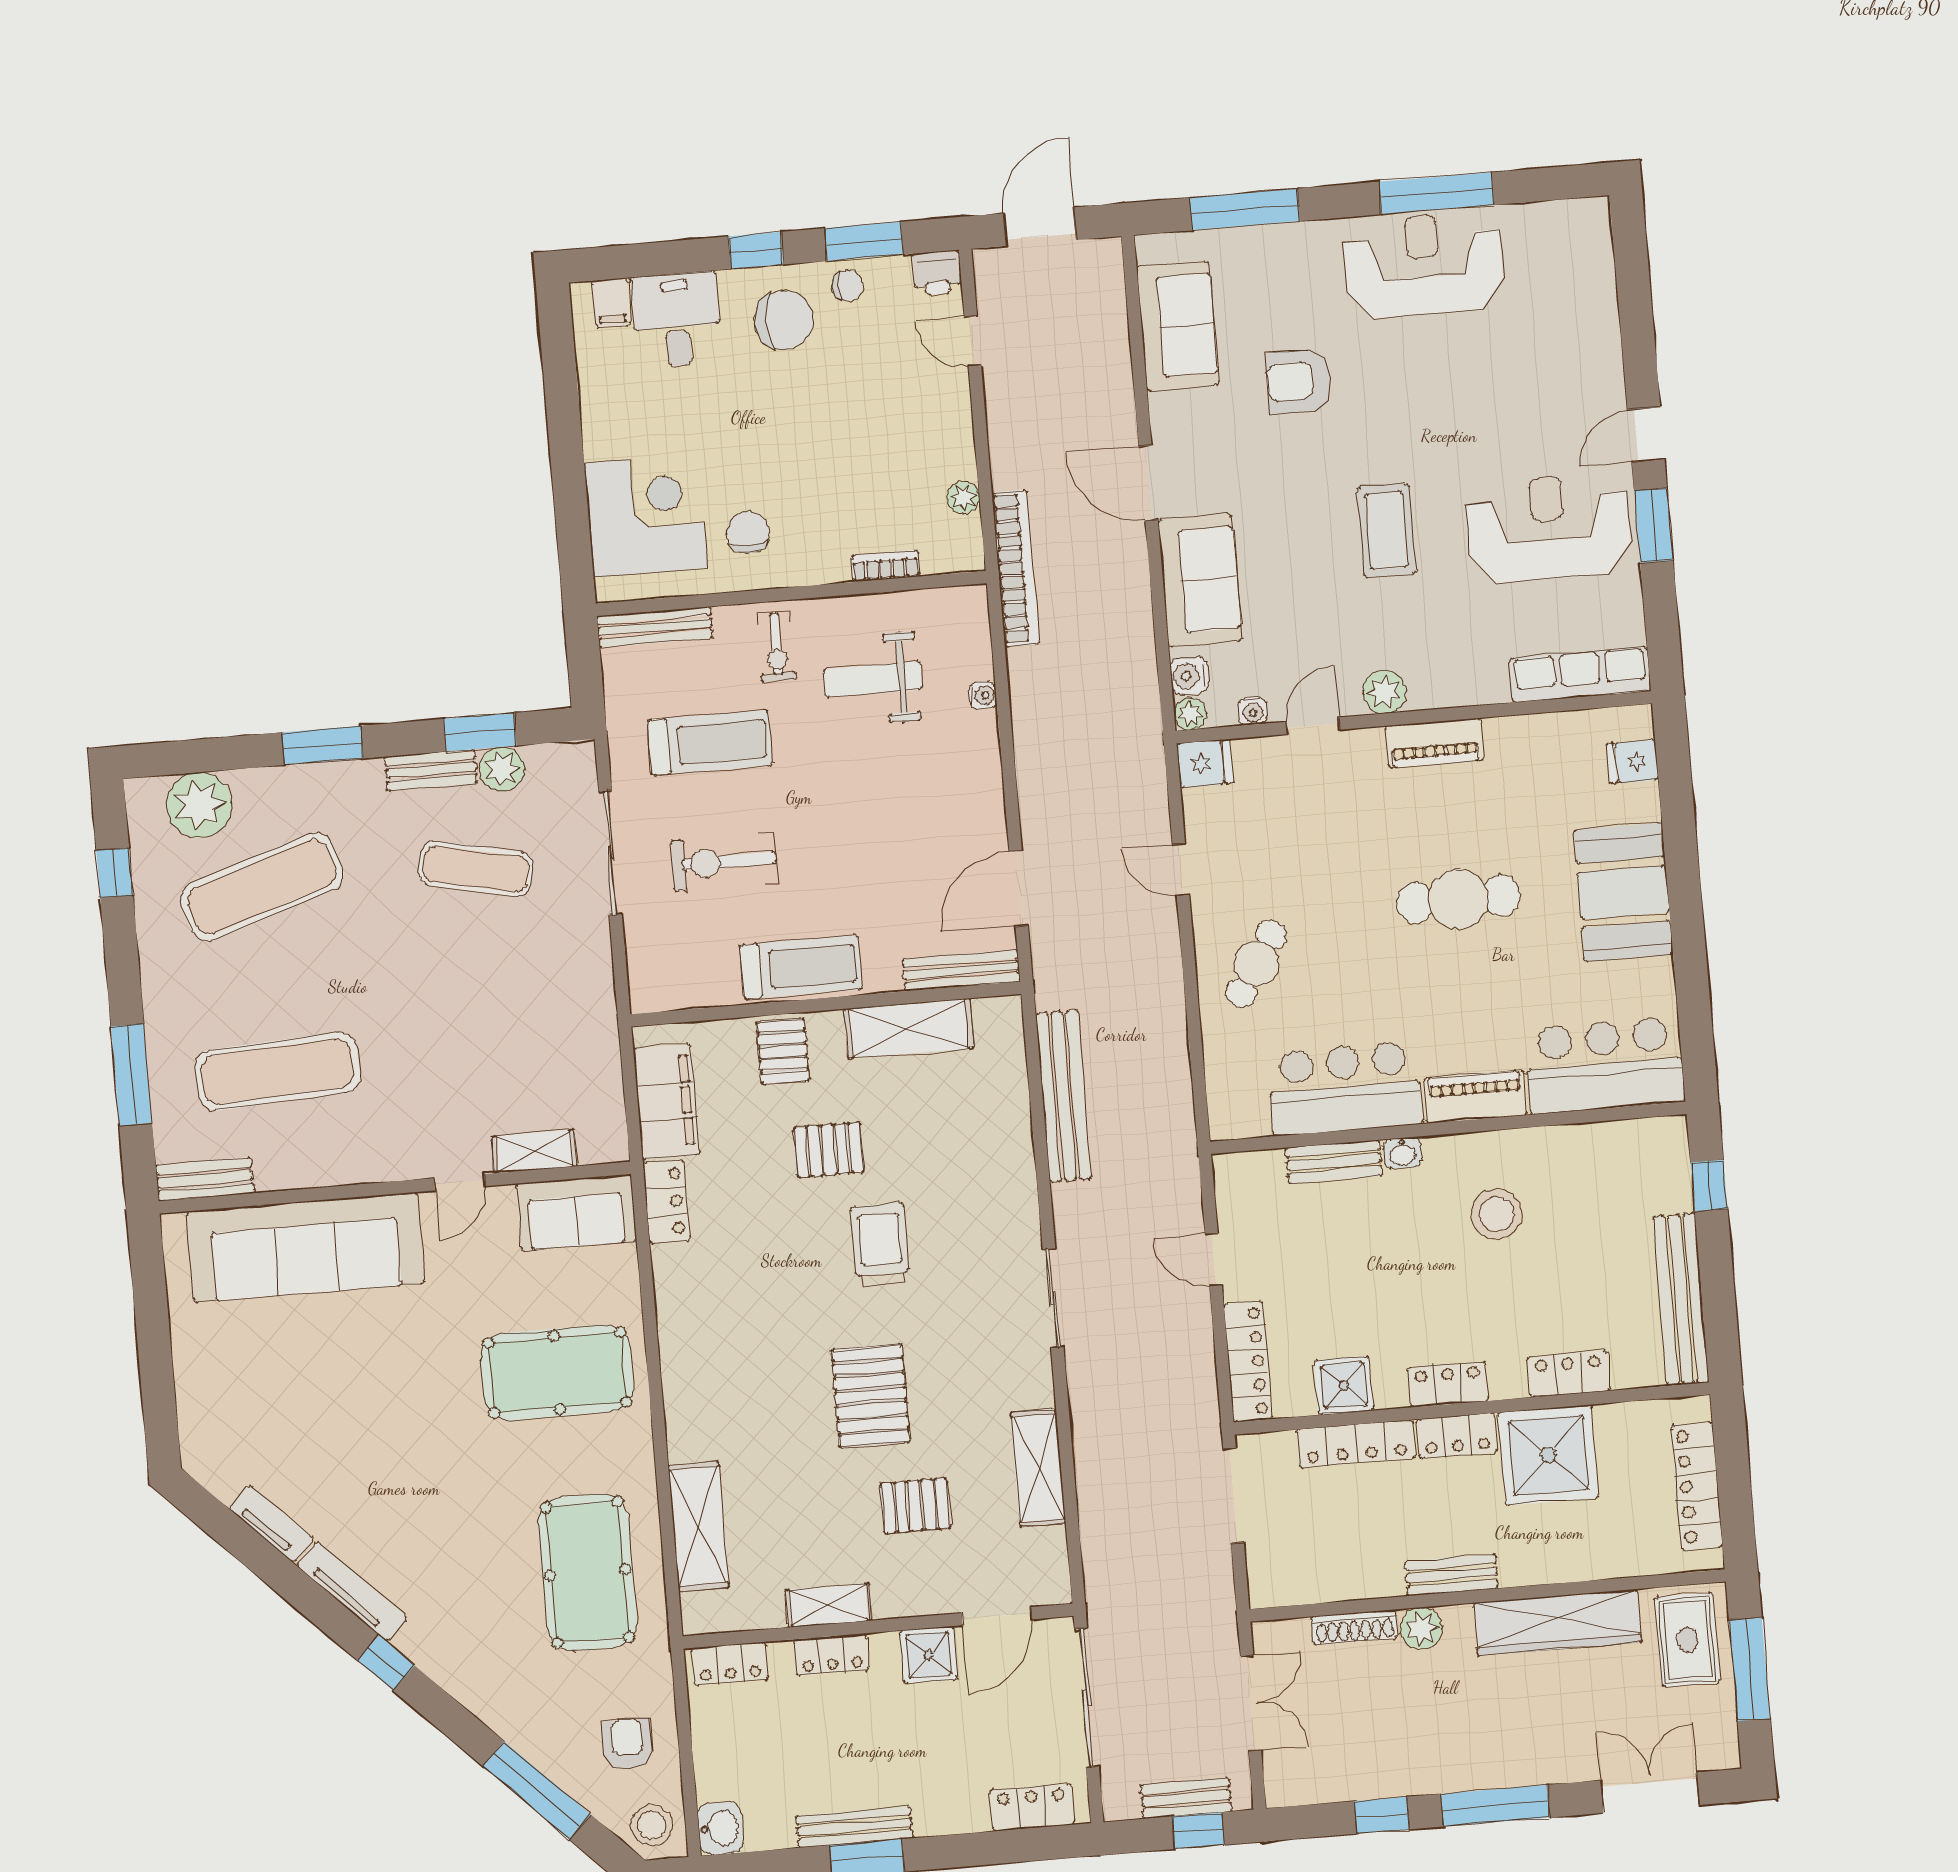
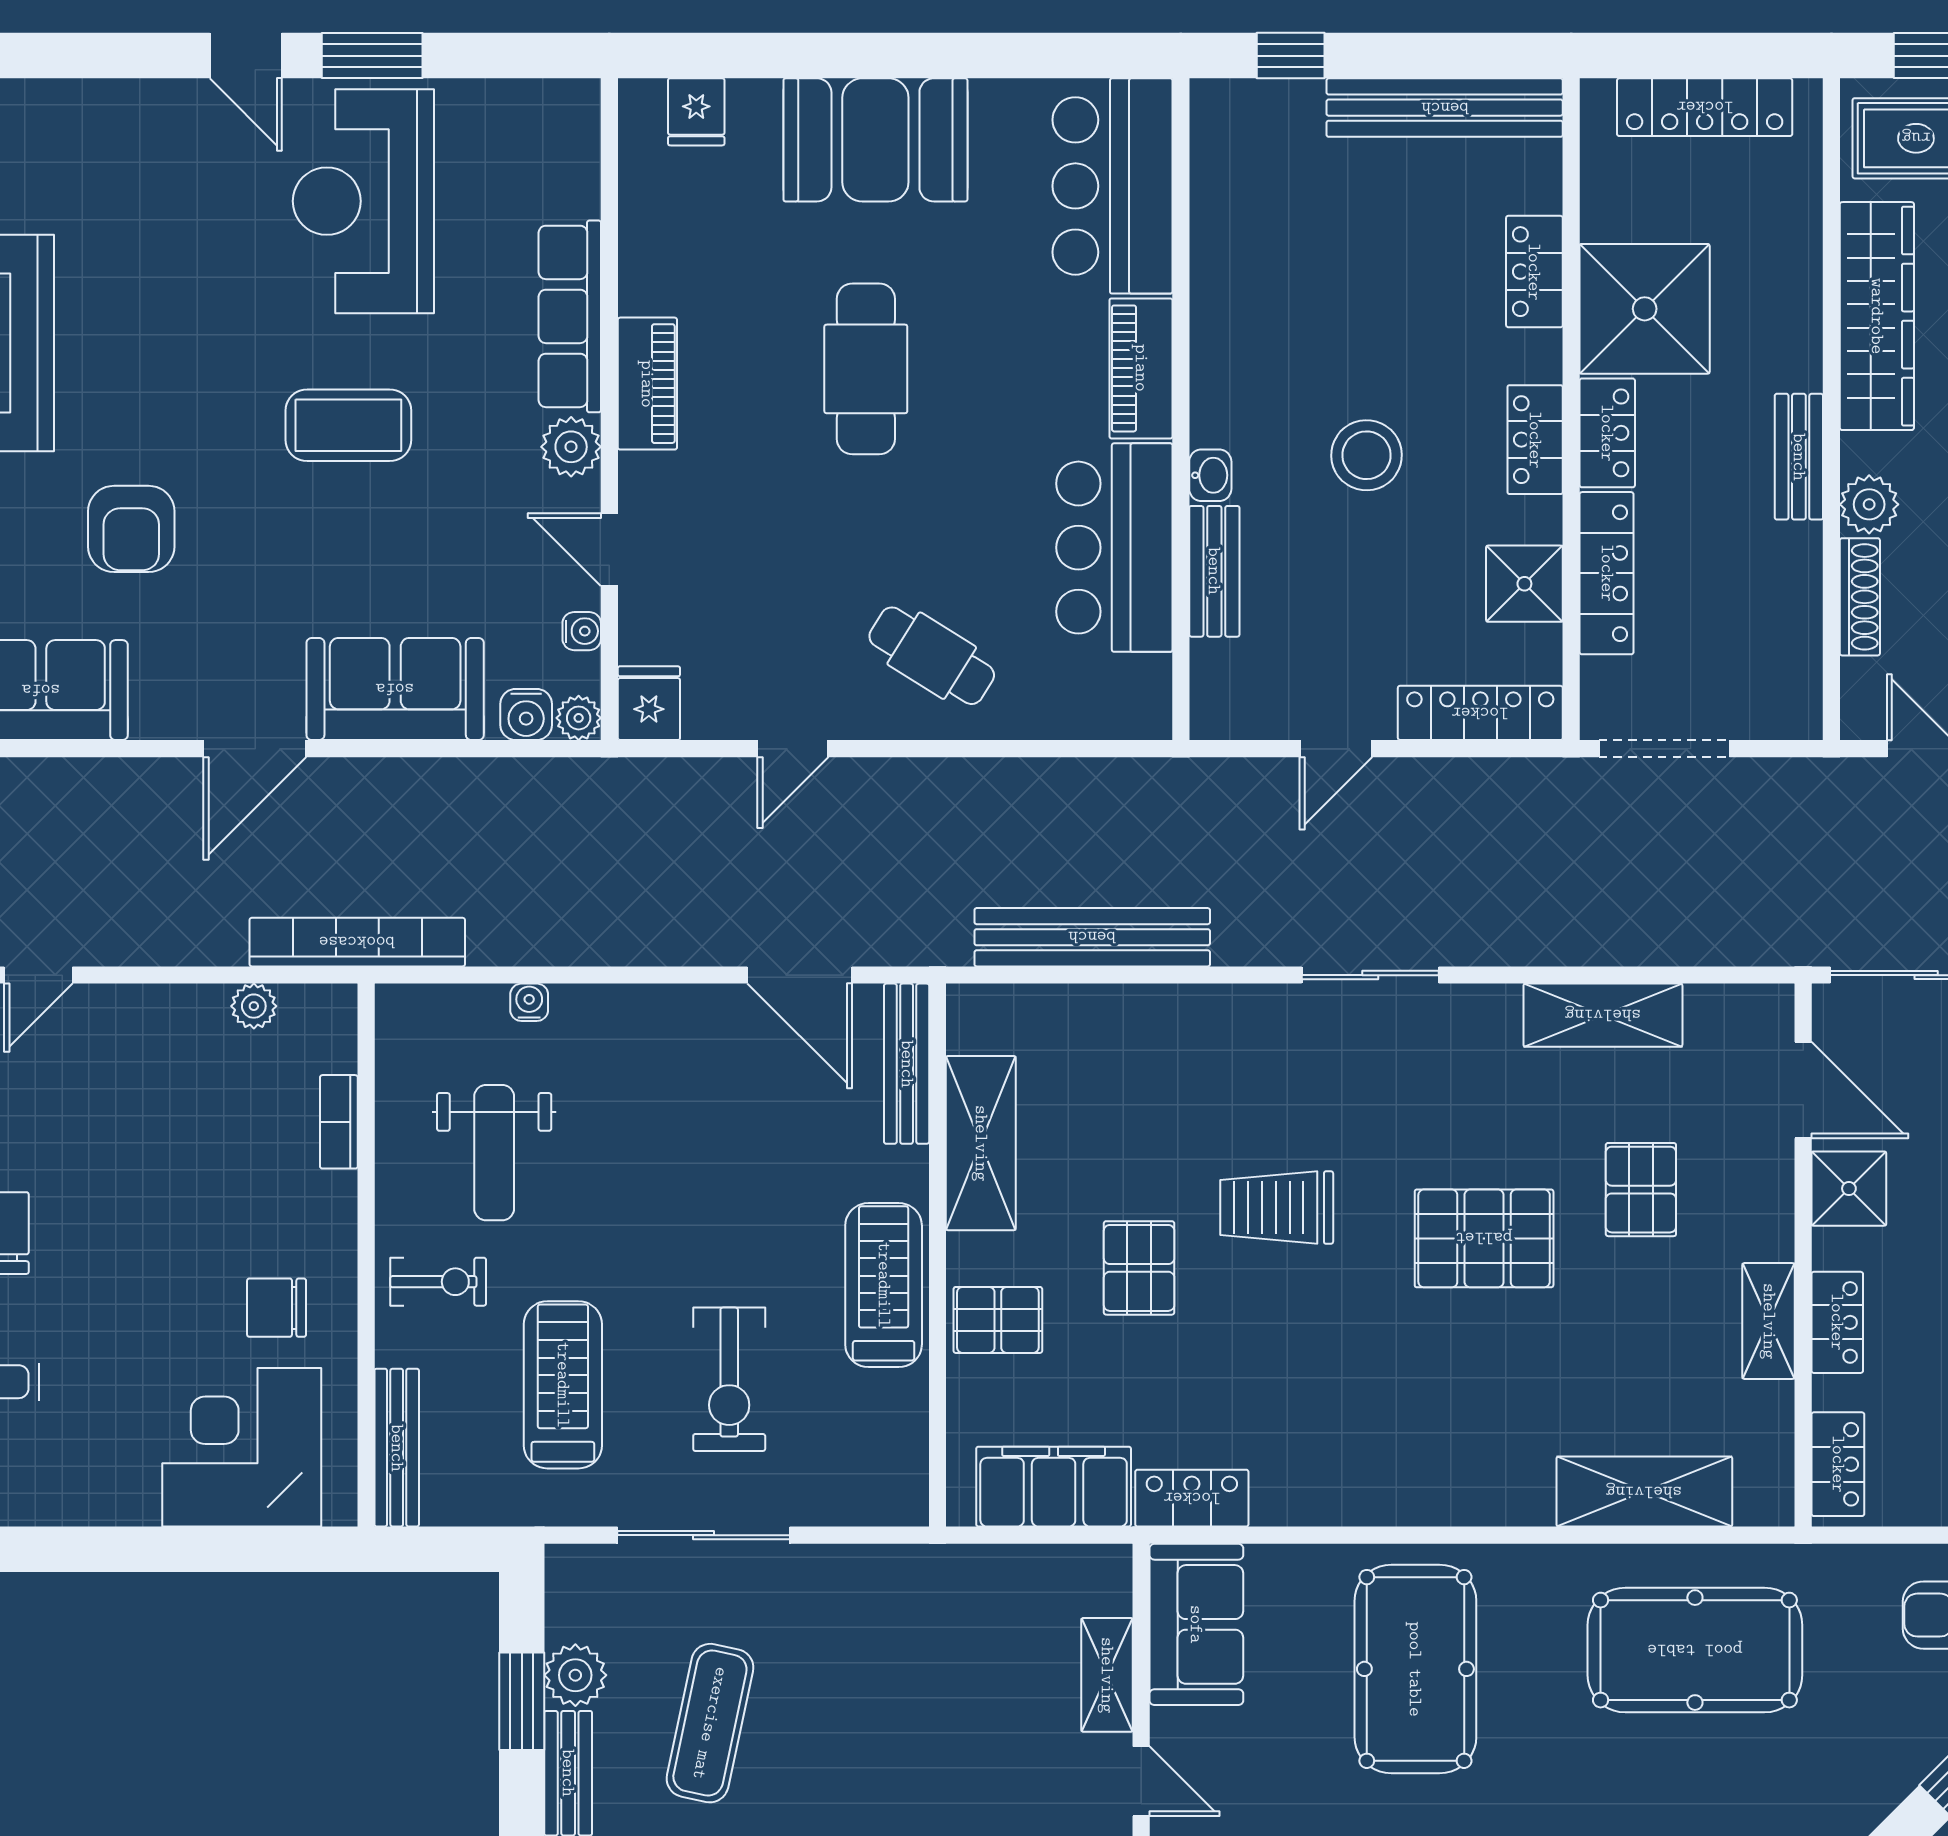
row of seats: (1580, 675) -> (570, 316), moved
stool: (1496, 1214) -> (1367, 455), moved

